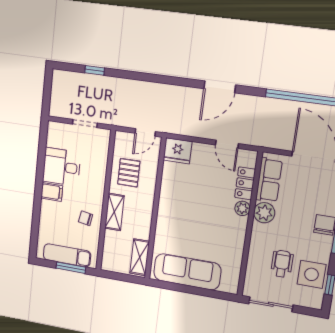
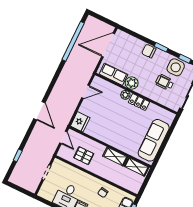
door: (220, 87) -> (39, 111), moved
locker: (245, 183) -> (139, 102), moved
shelving: (114, 212) -> (115, 157), moved

